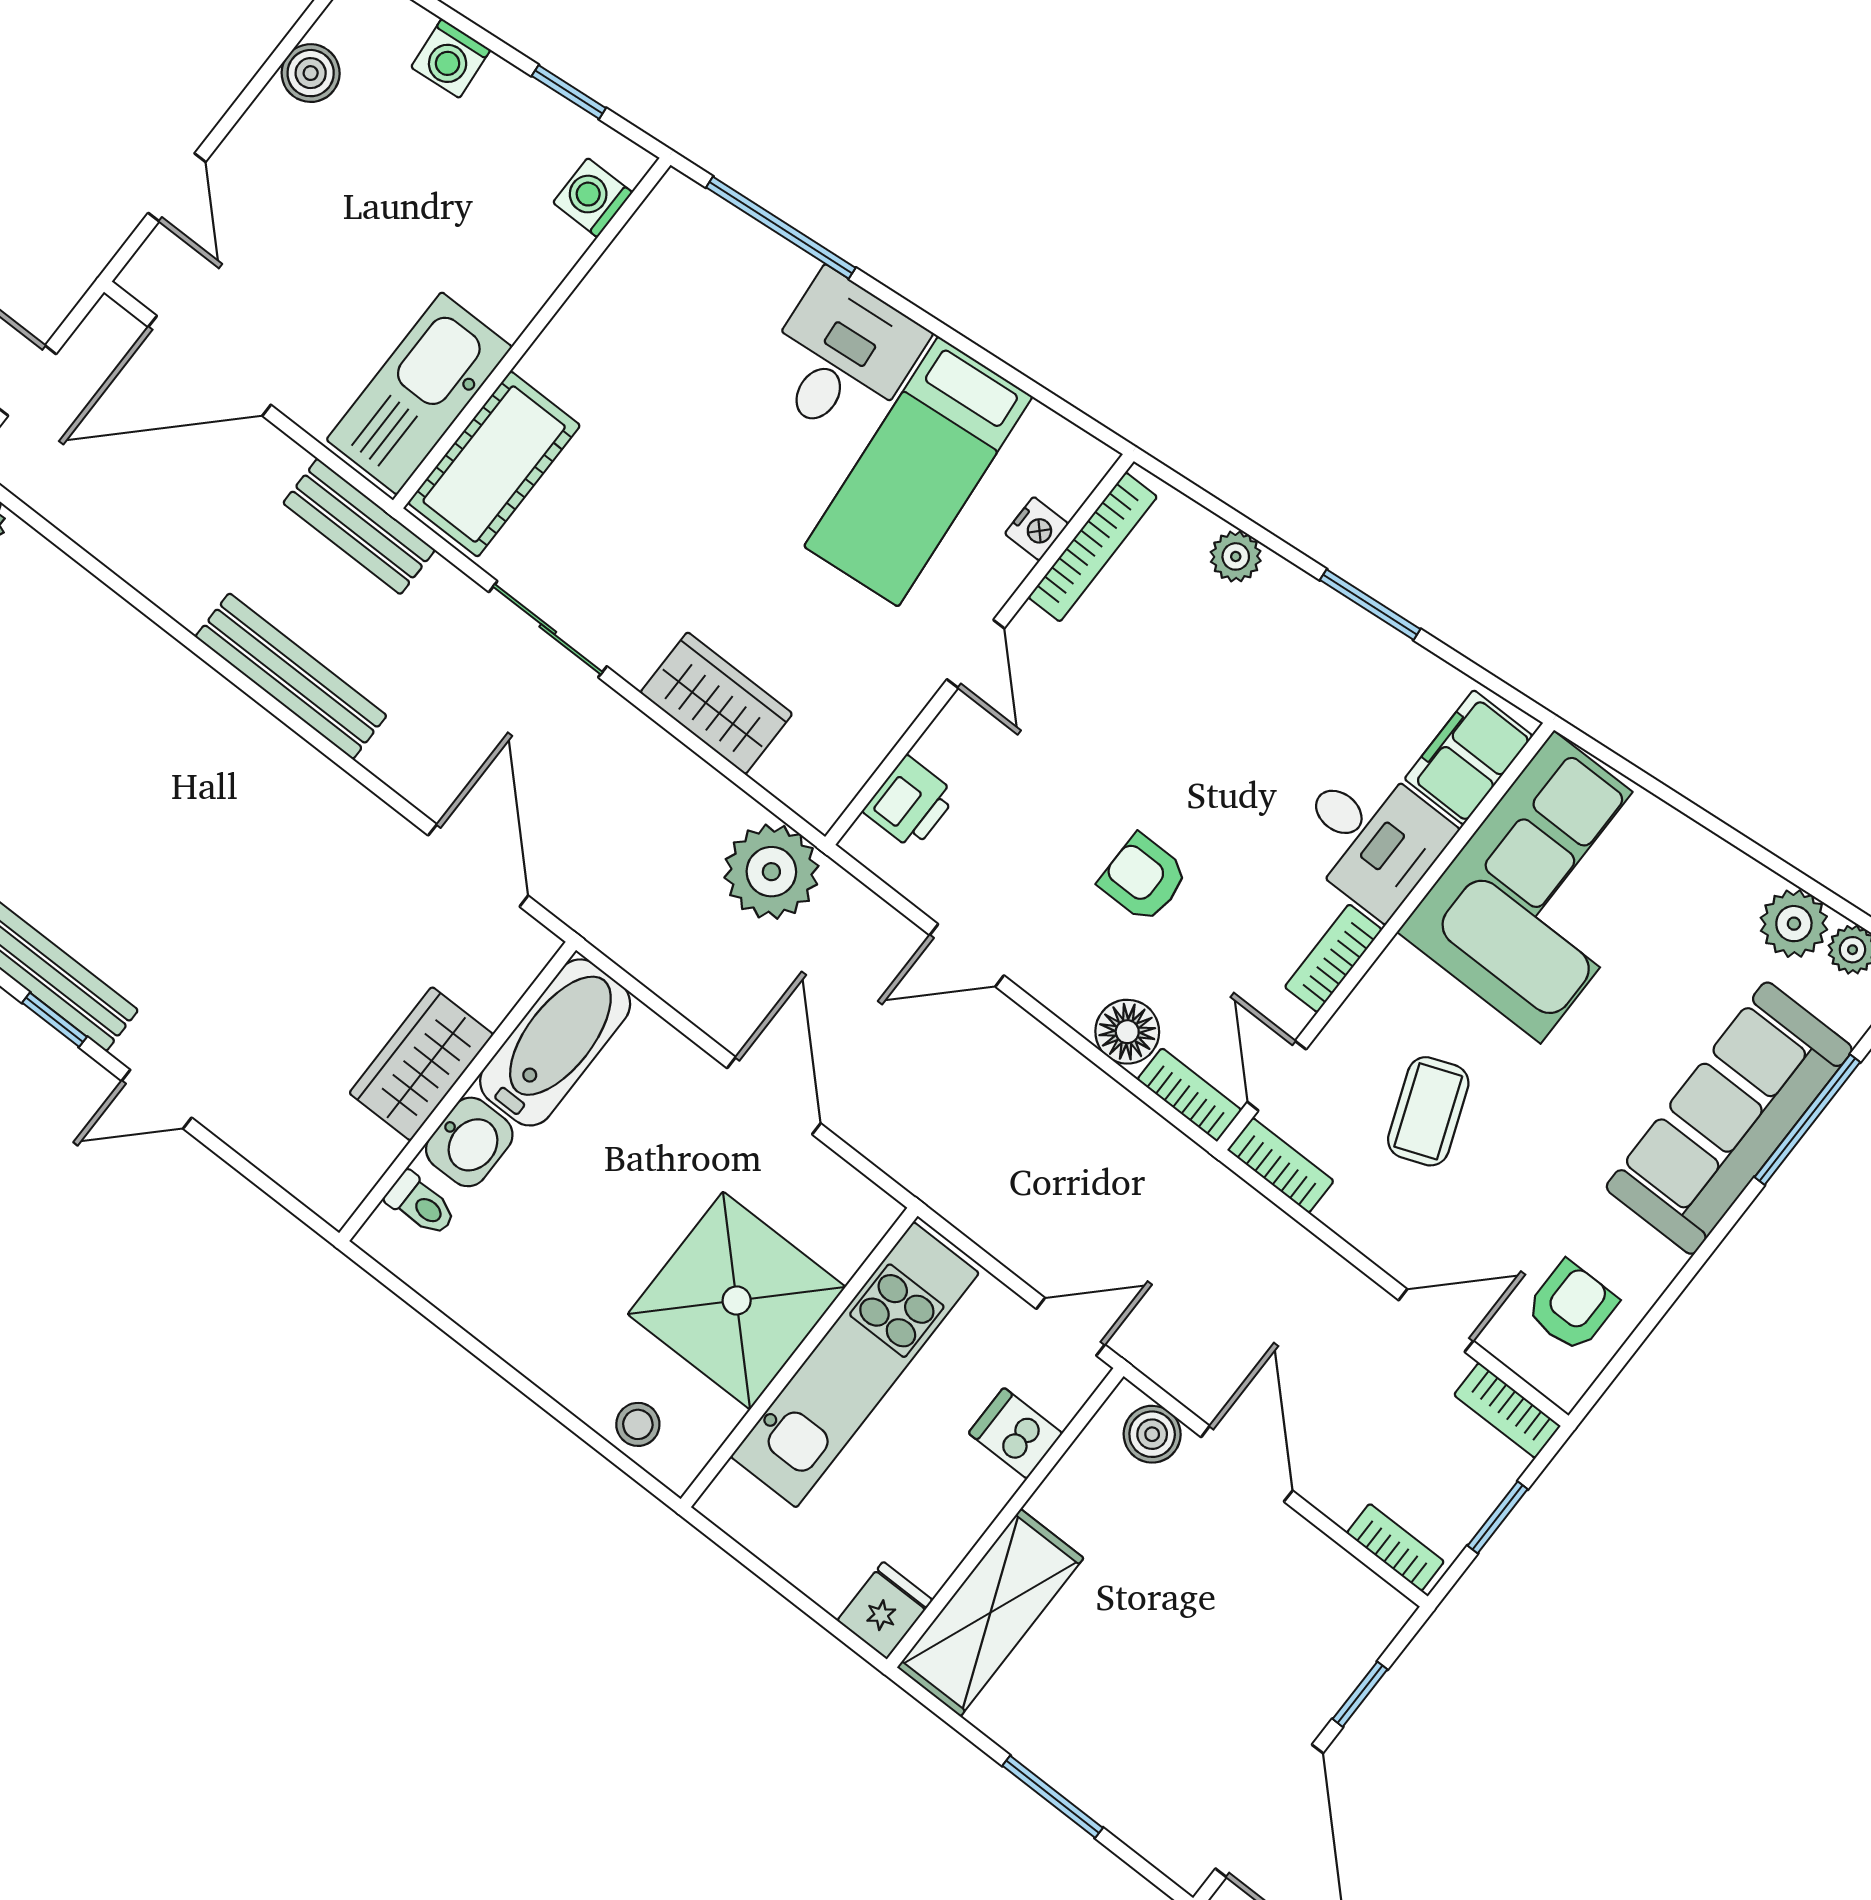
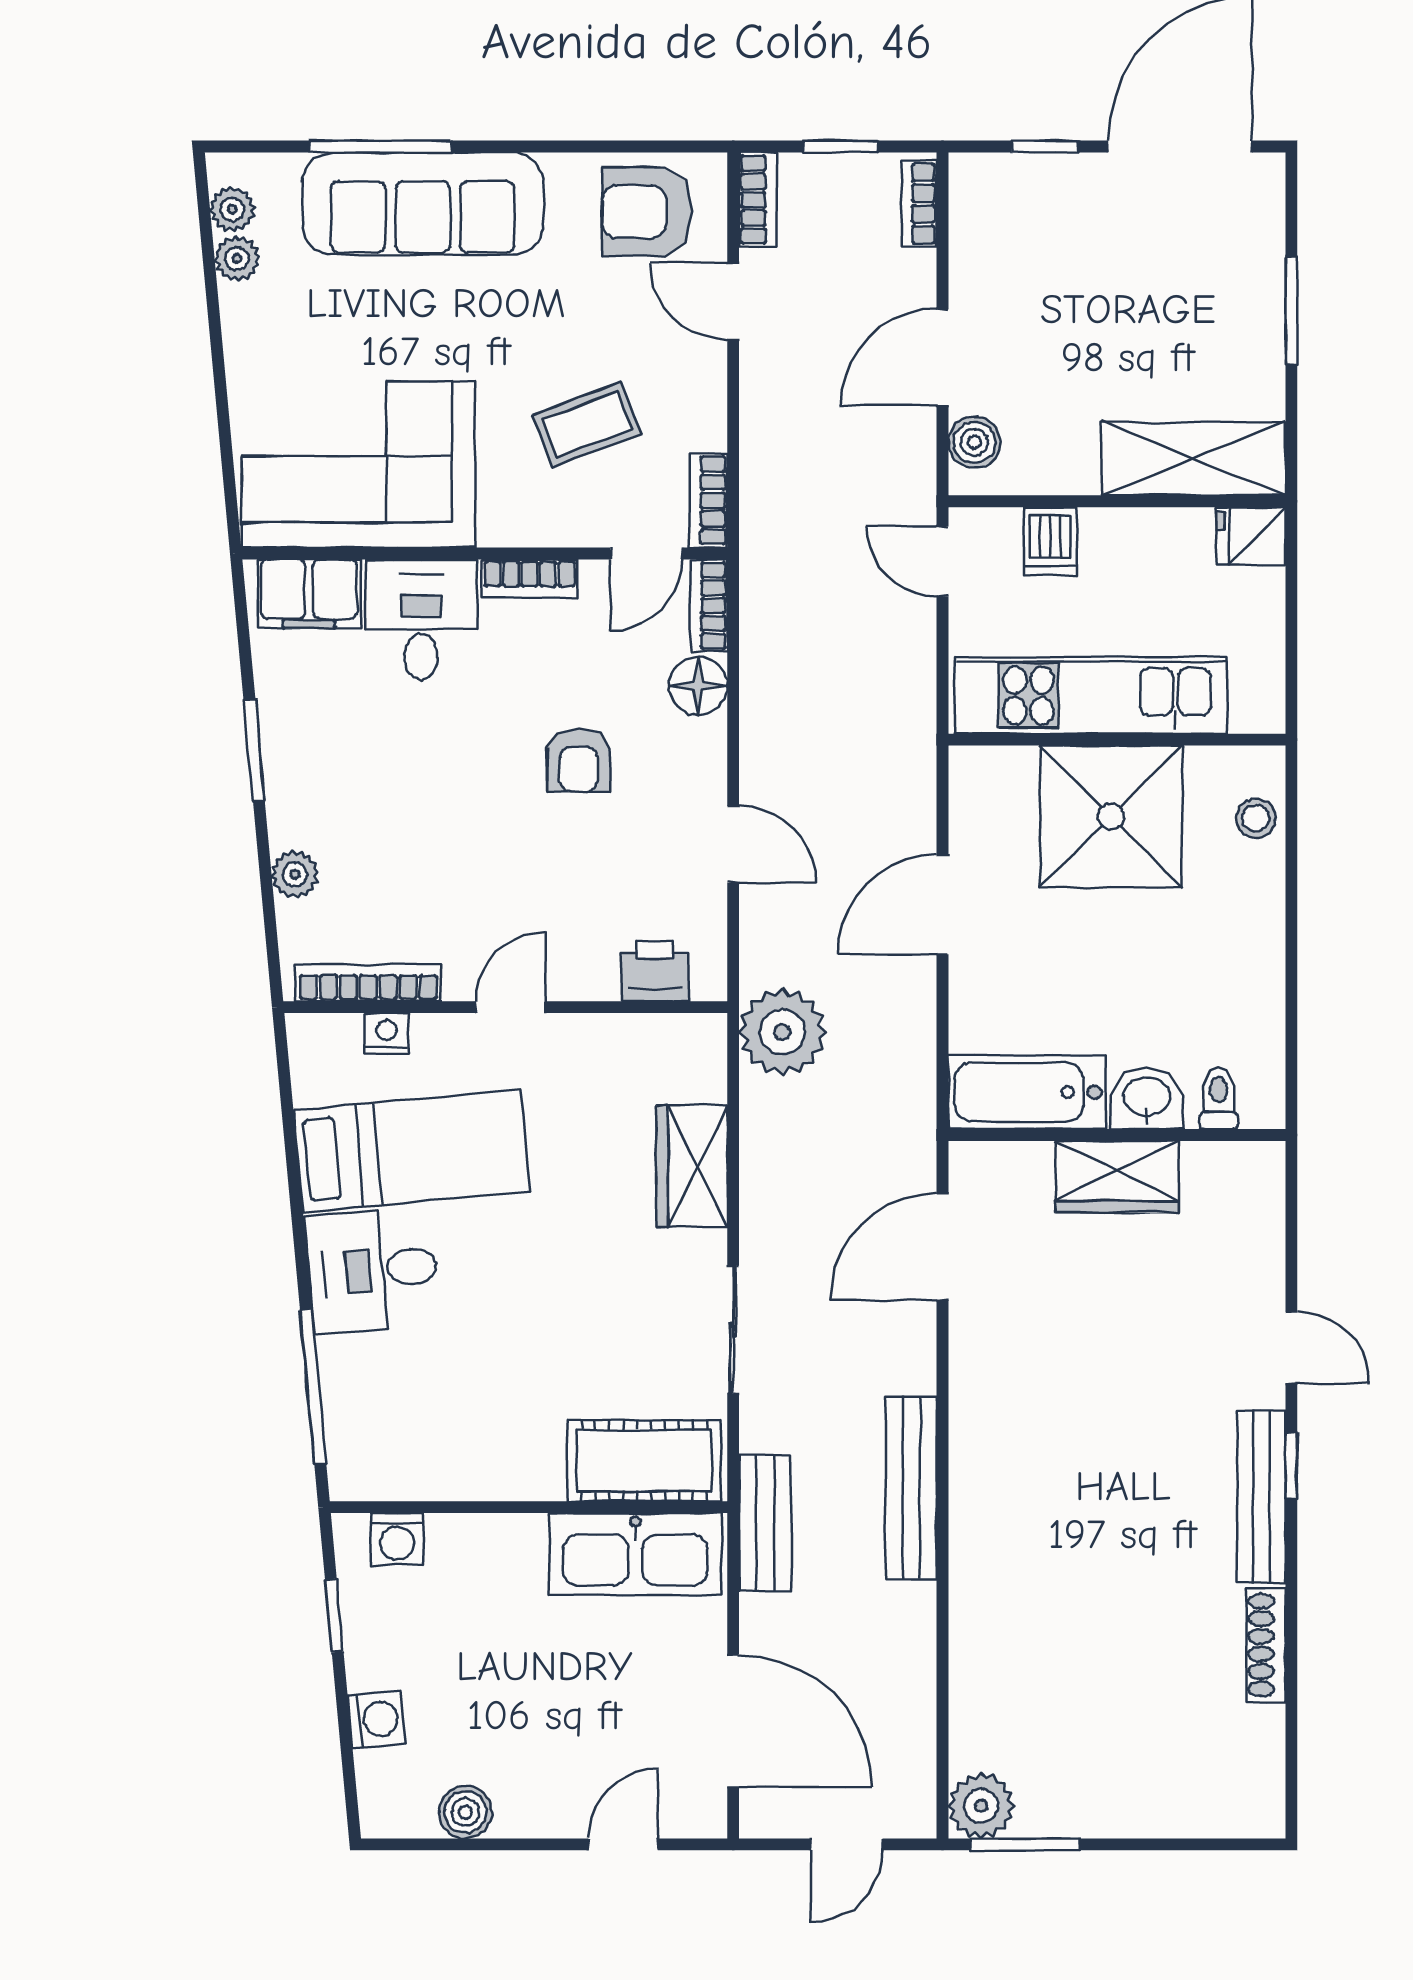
plant: (1794, 924) -> (237, 259), width x0.73, depth x0.73
armchair: (1572, 1306) -> (647, 212), width x1.38, depth x1.38

